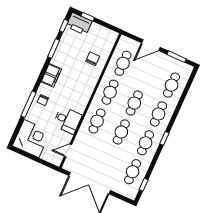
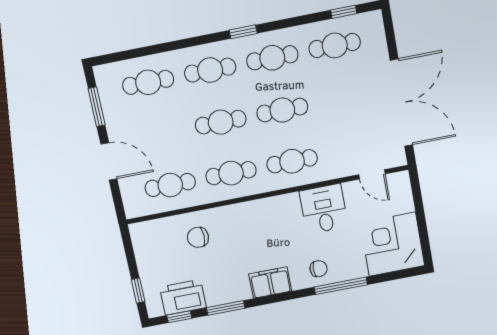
printer: (79, 24) -> (183, 297), moved, turned -90

